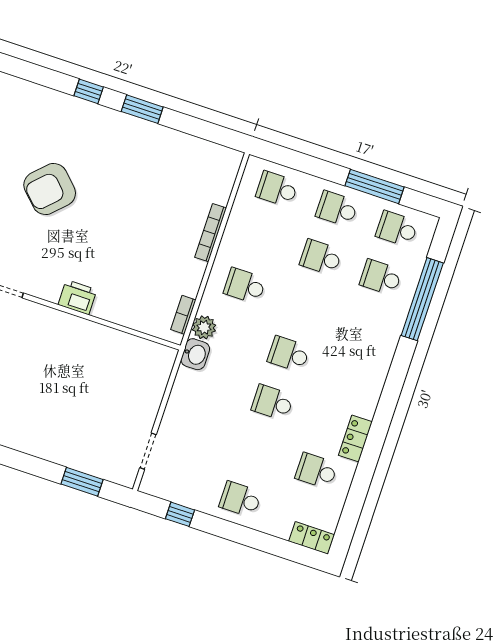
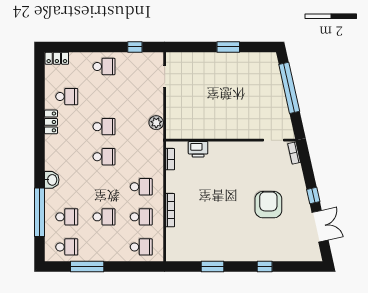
window: (142, 109) -> (213, 267), moved
armchair: (50, 189) -> (268, 205), turned -45
school desk: (337, 209) -> (141, 217), moved
printer: (78, 297) -> (198, 149), moved
plant: (204, 327) -> (156, 123), moved
washbasin: (195, 354) -> (52, 180), moved, turned 180
window: (82, 482) -> (228, 47), moved

